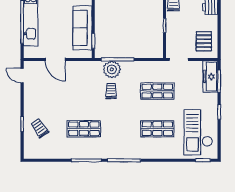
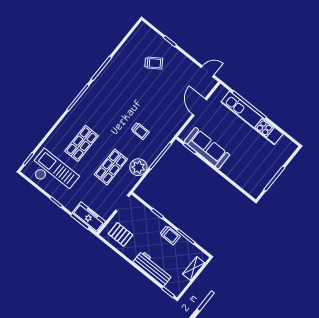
door: (55, 59) -> (199, 107), hinge flipped
plant: (112, 69) -> (138, 167), moved
trolley: (40, 128) -> (154, 63), moved
shop shelf: (84, 129) -> (128, 86), removed

